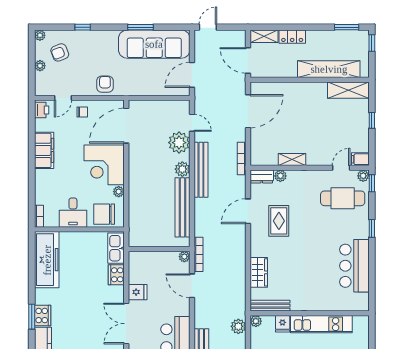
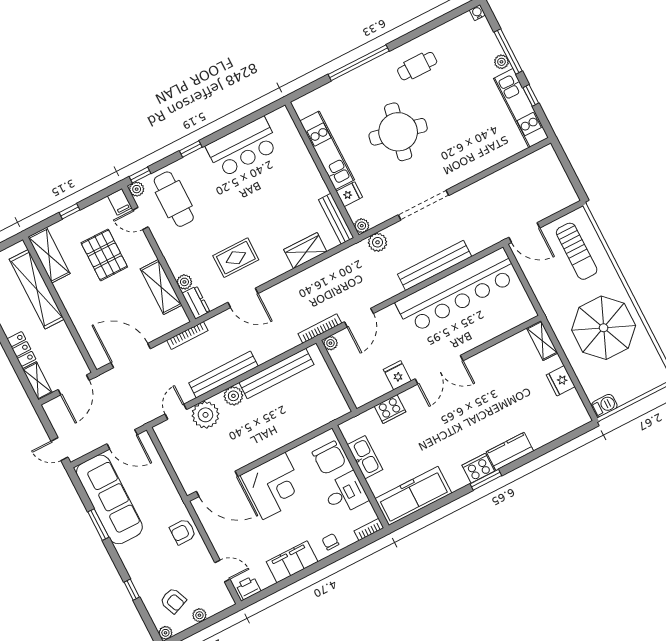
chair: (82, 112) -> (330, 542), moved
pallet: (329, 129) -> (104, 255), added
shelving: (292, 160) -> (161, 287), width x1.50, depth x1.33
plant: (119, 192) -> (295, 454), removed
kitchen sink: (116, 248) -> (365, 457), moved, turned -90

